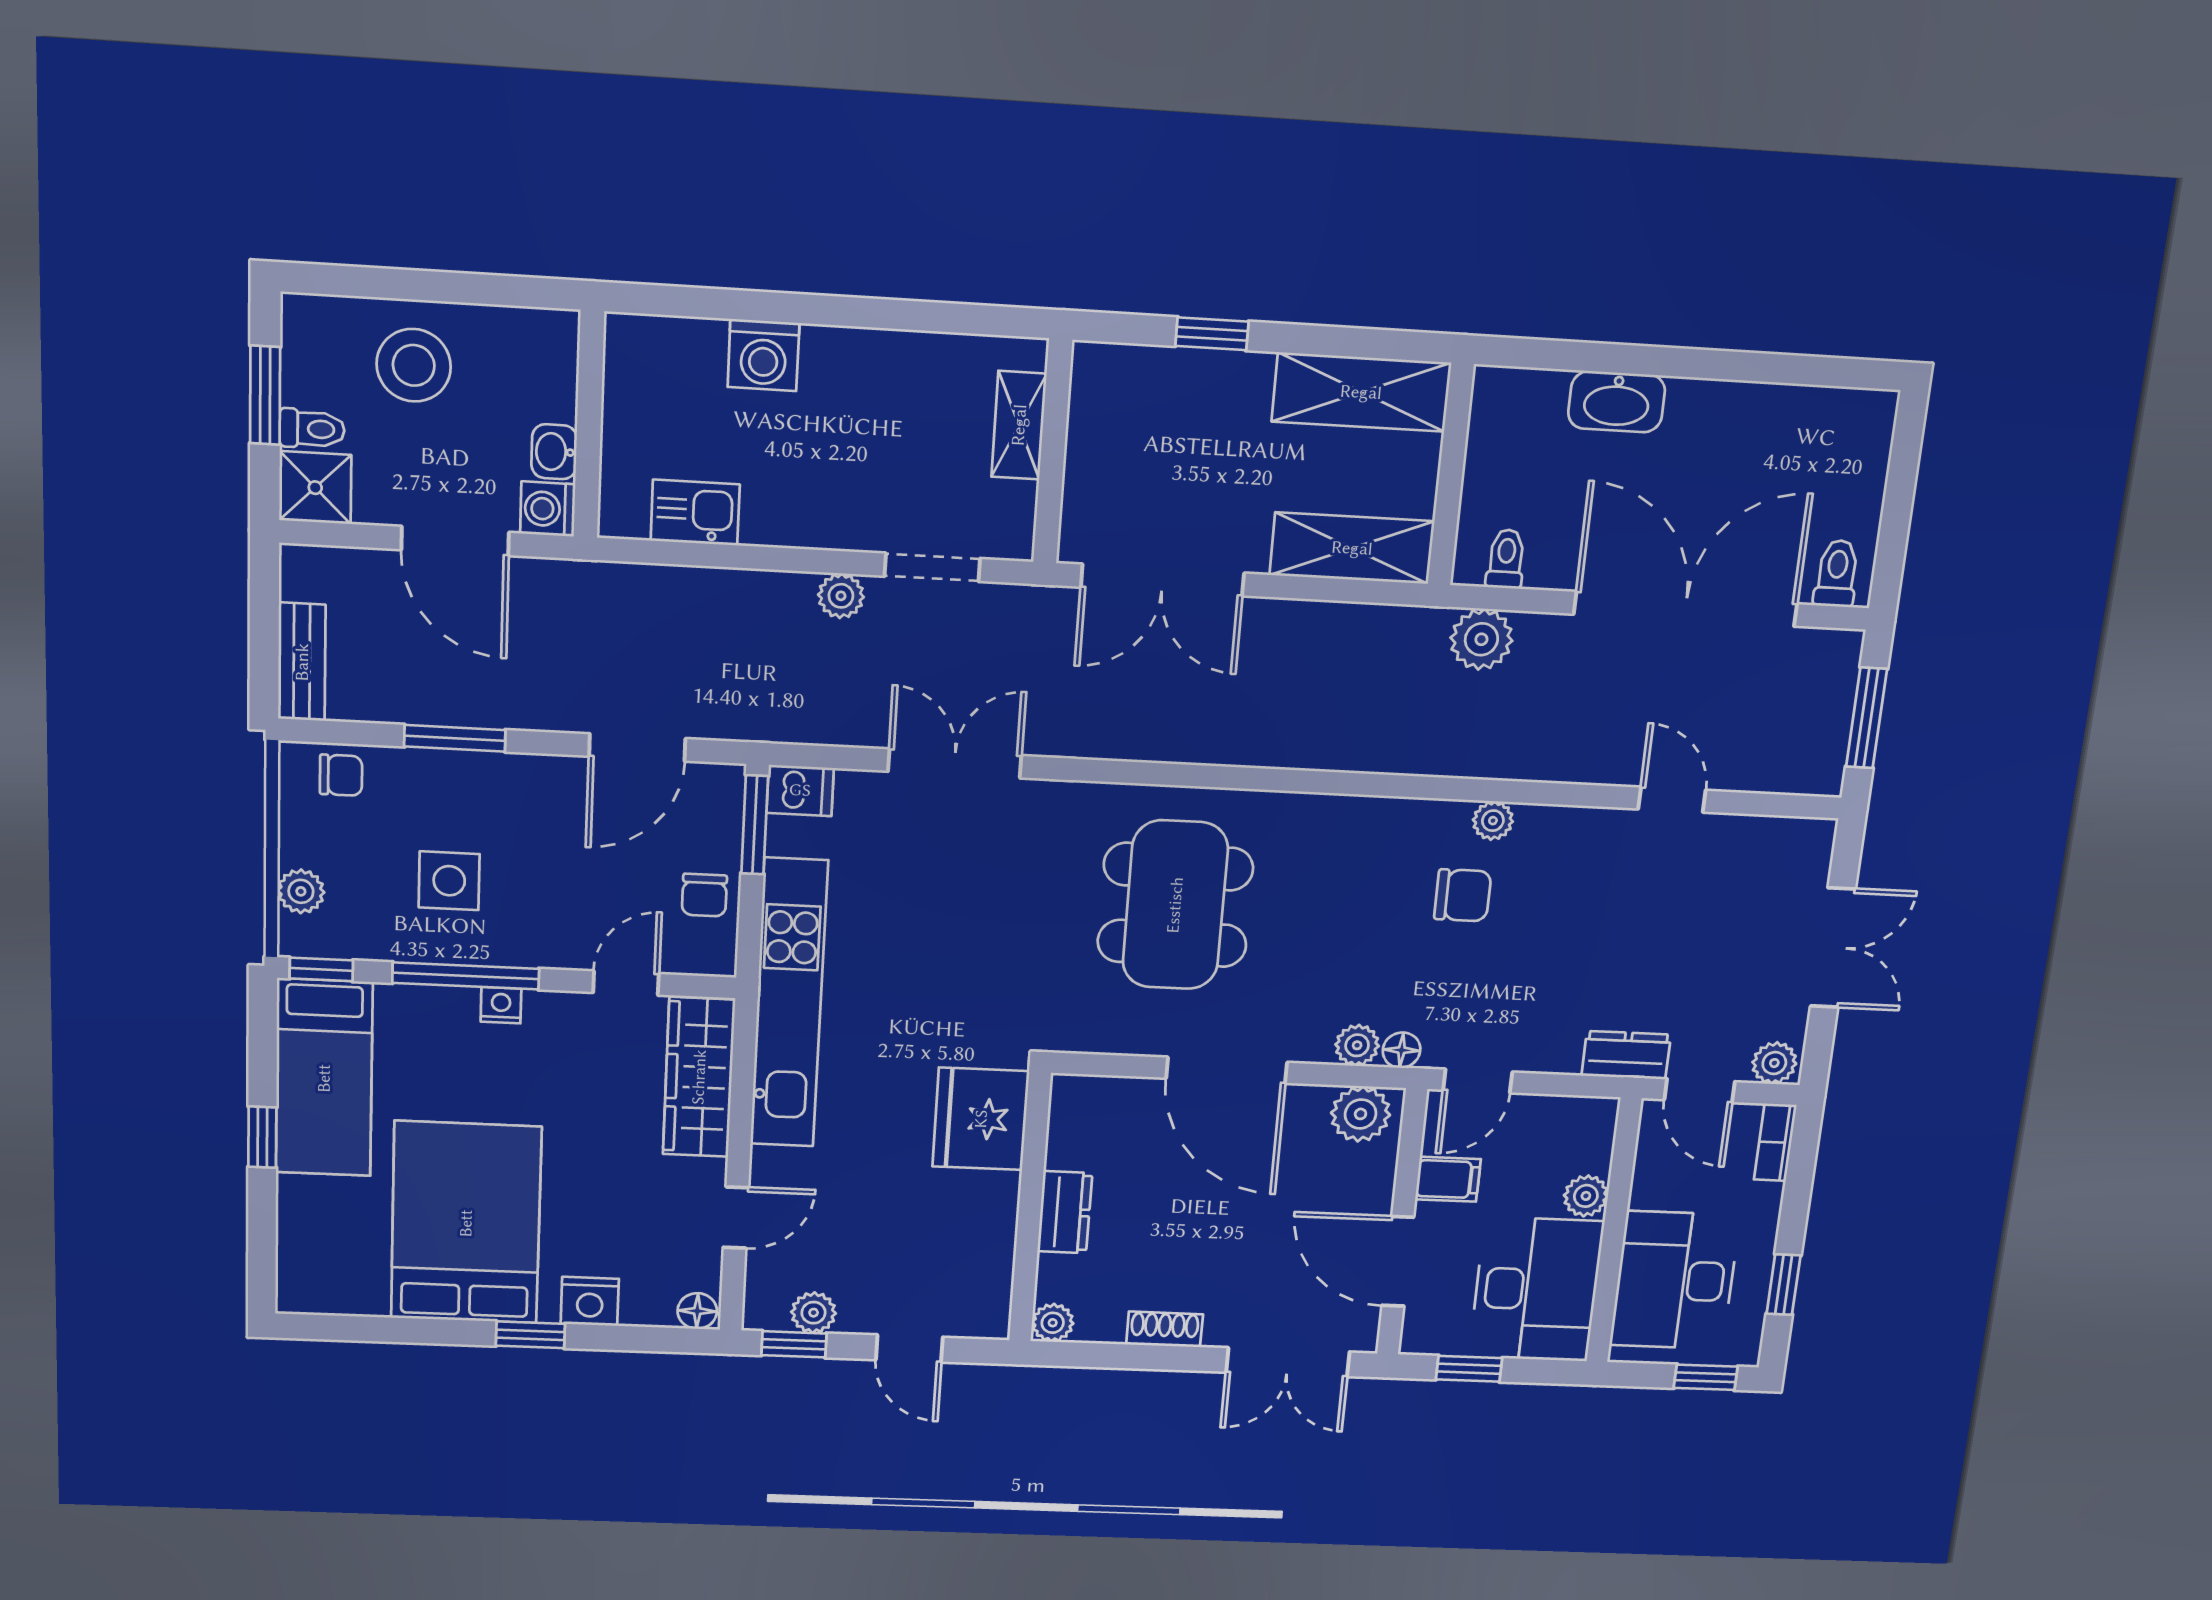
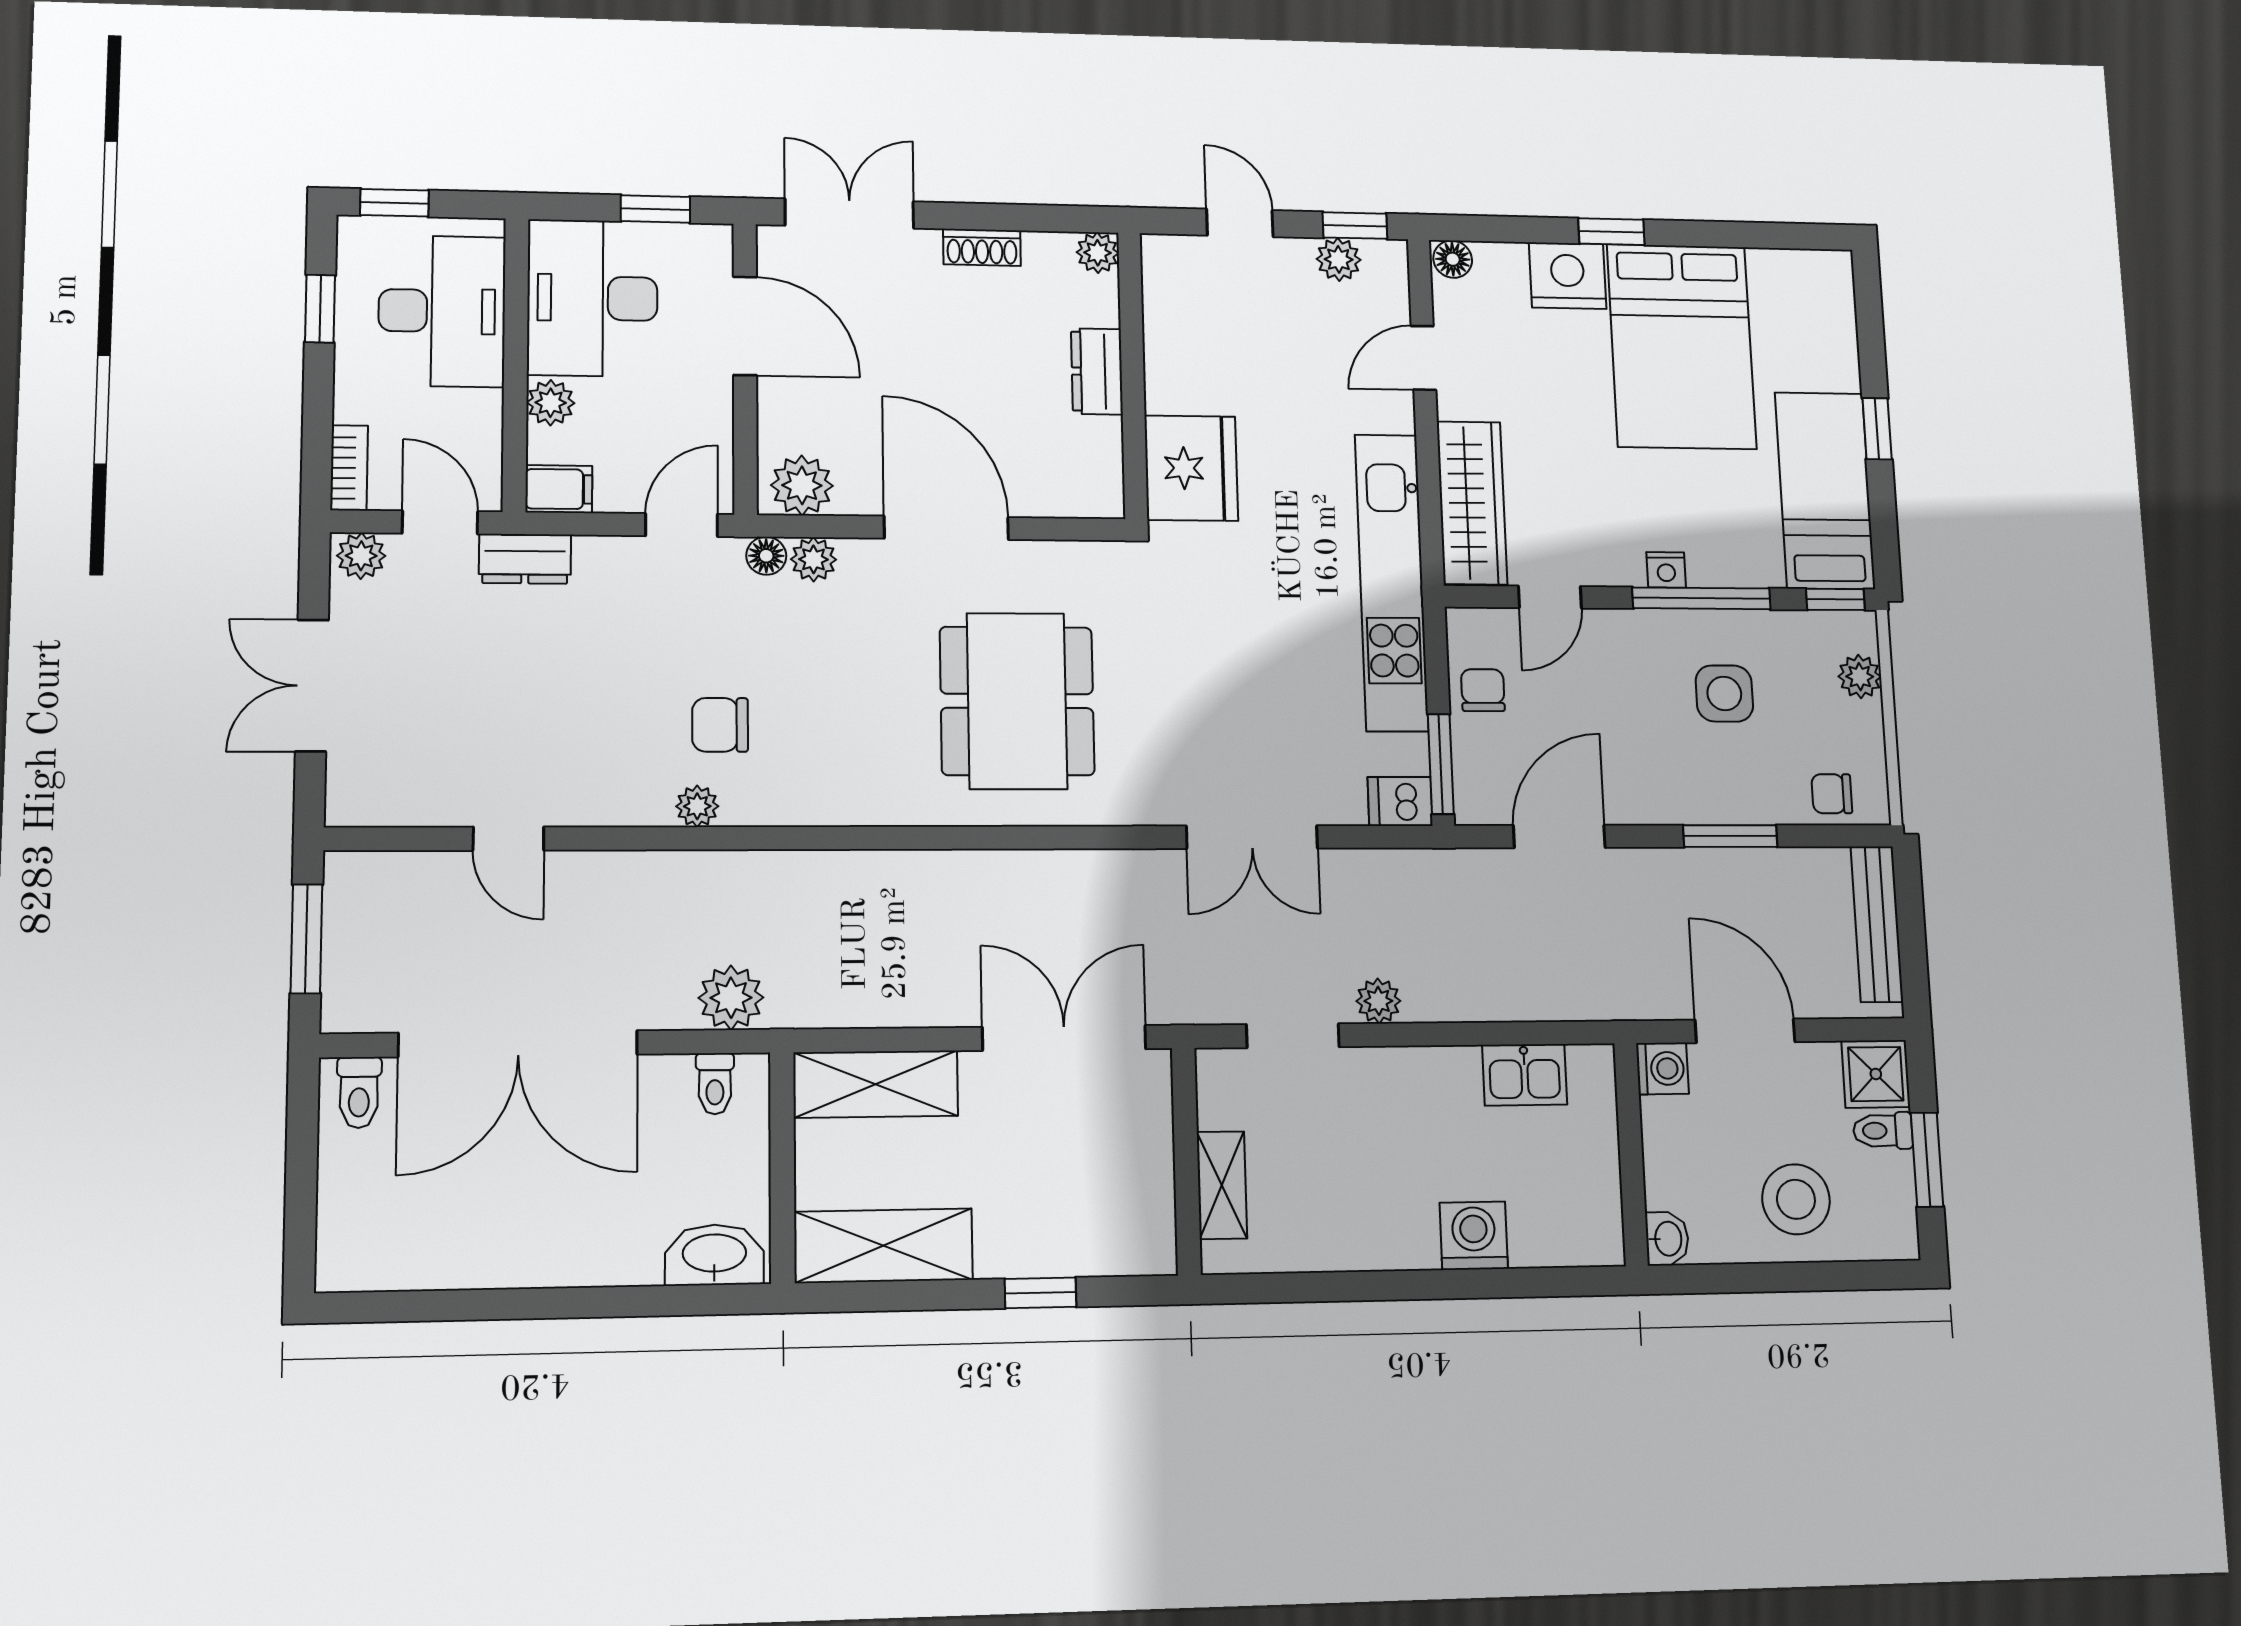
washbasin: (1617, 402) -> (714, 1255), moved
washbasin: (554, 452) -> (1667, 1239), moved
bench: (302, 662) -> (1877, 924), width x1.36
filing cabinet: (1448, 1179) -> (559, 489), moved, turned 180
nightstand: (590, 1301) -> (1568, 276), width x1.36, depth x1.33

